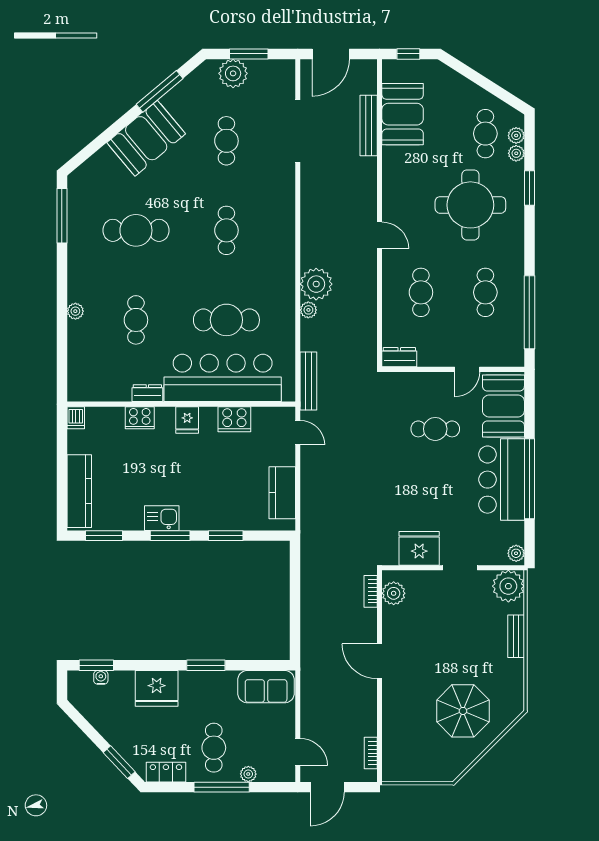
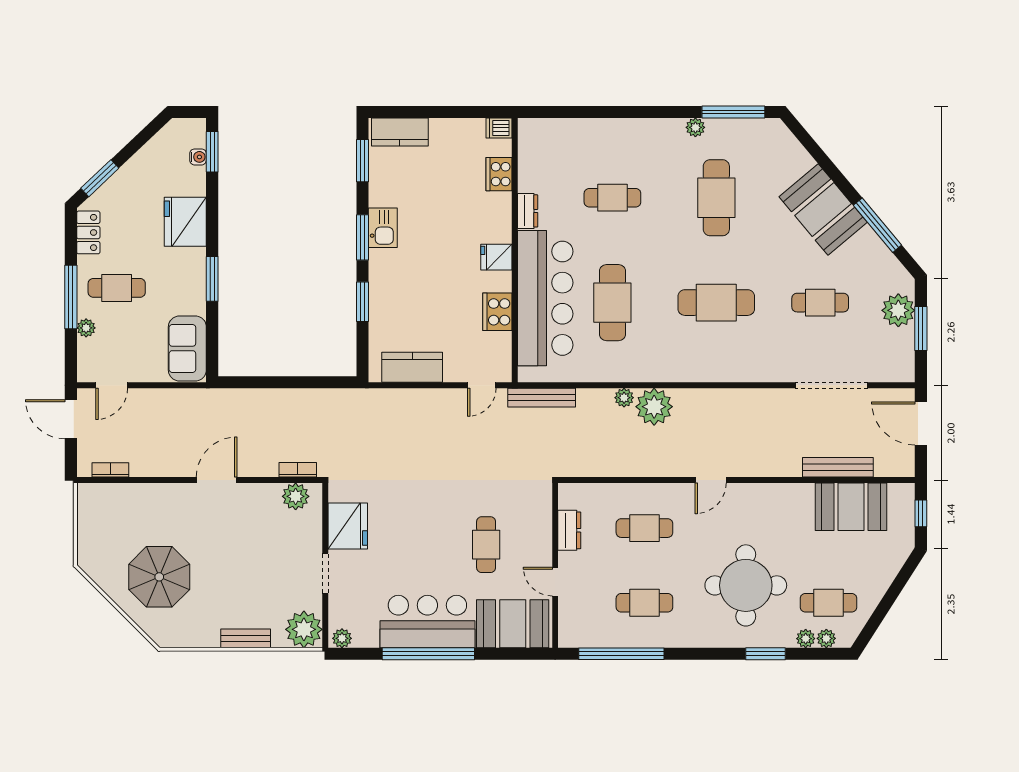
cafe table: (226, 230) -> (716, 303), width x1.37, depth x1.35
plant: (75, 311) -> (695, 127), moved
dresser: (399, 357) -> (569, 530), moved
cooker: (140, 418) -> (499, 174), moved
kitchen counter: (79, 491) -> (400, 132), width x0.67

